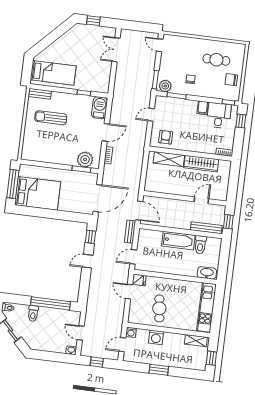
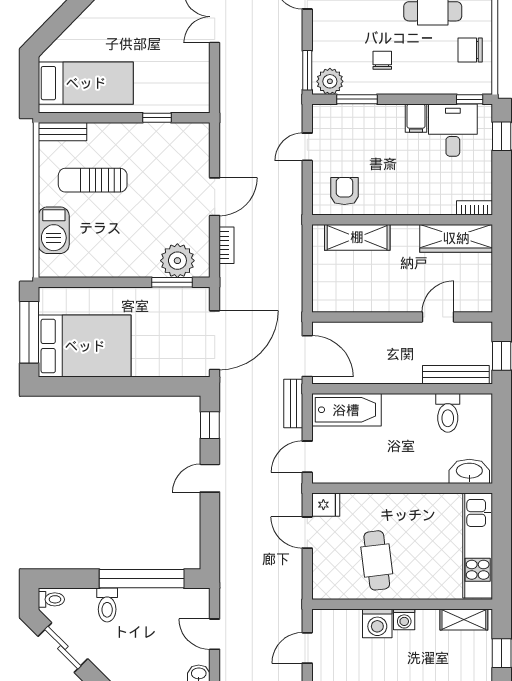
barbecue: (99, 108) -> (54, 230), moved, turned 180
wardrobe: (201, 164) -> (456, 238), moved
bathtub: (178, 241) -> (346, 410), moved
washing machine: (131, 332) -> (404, 619), moved

